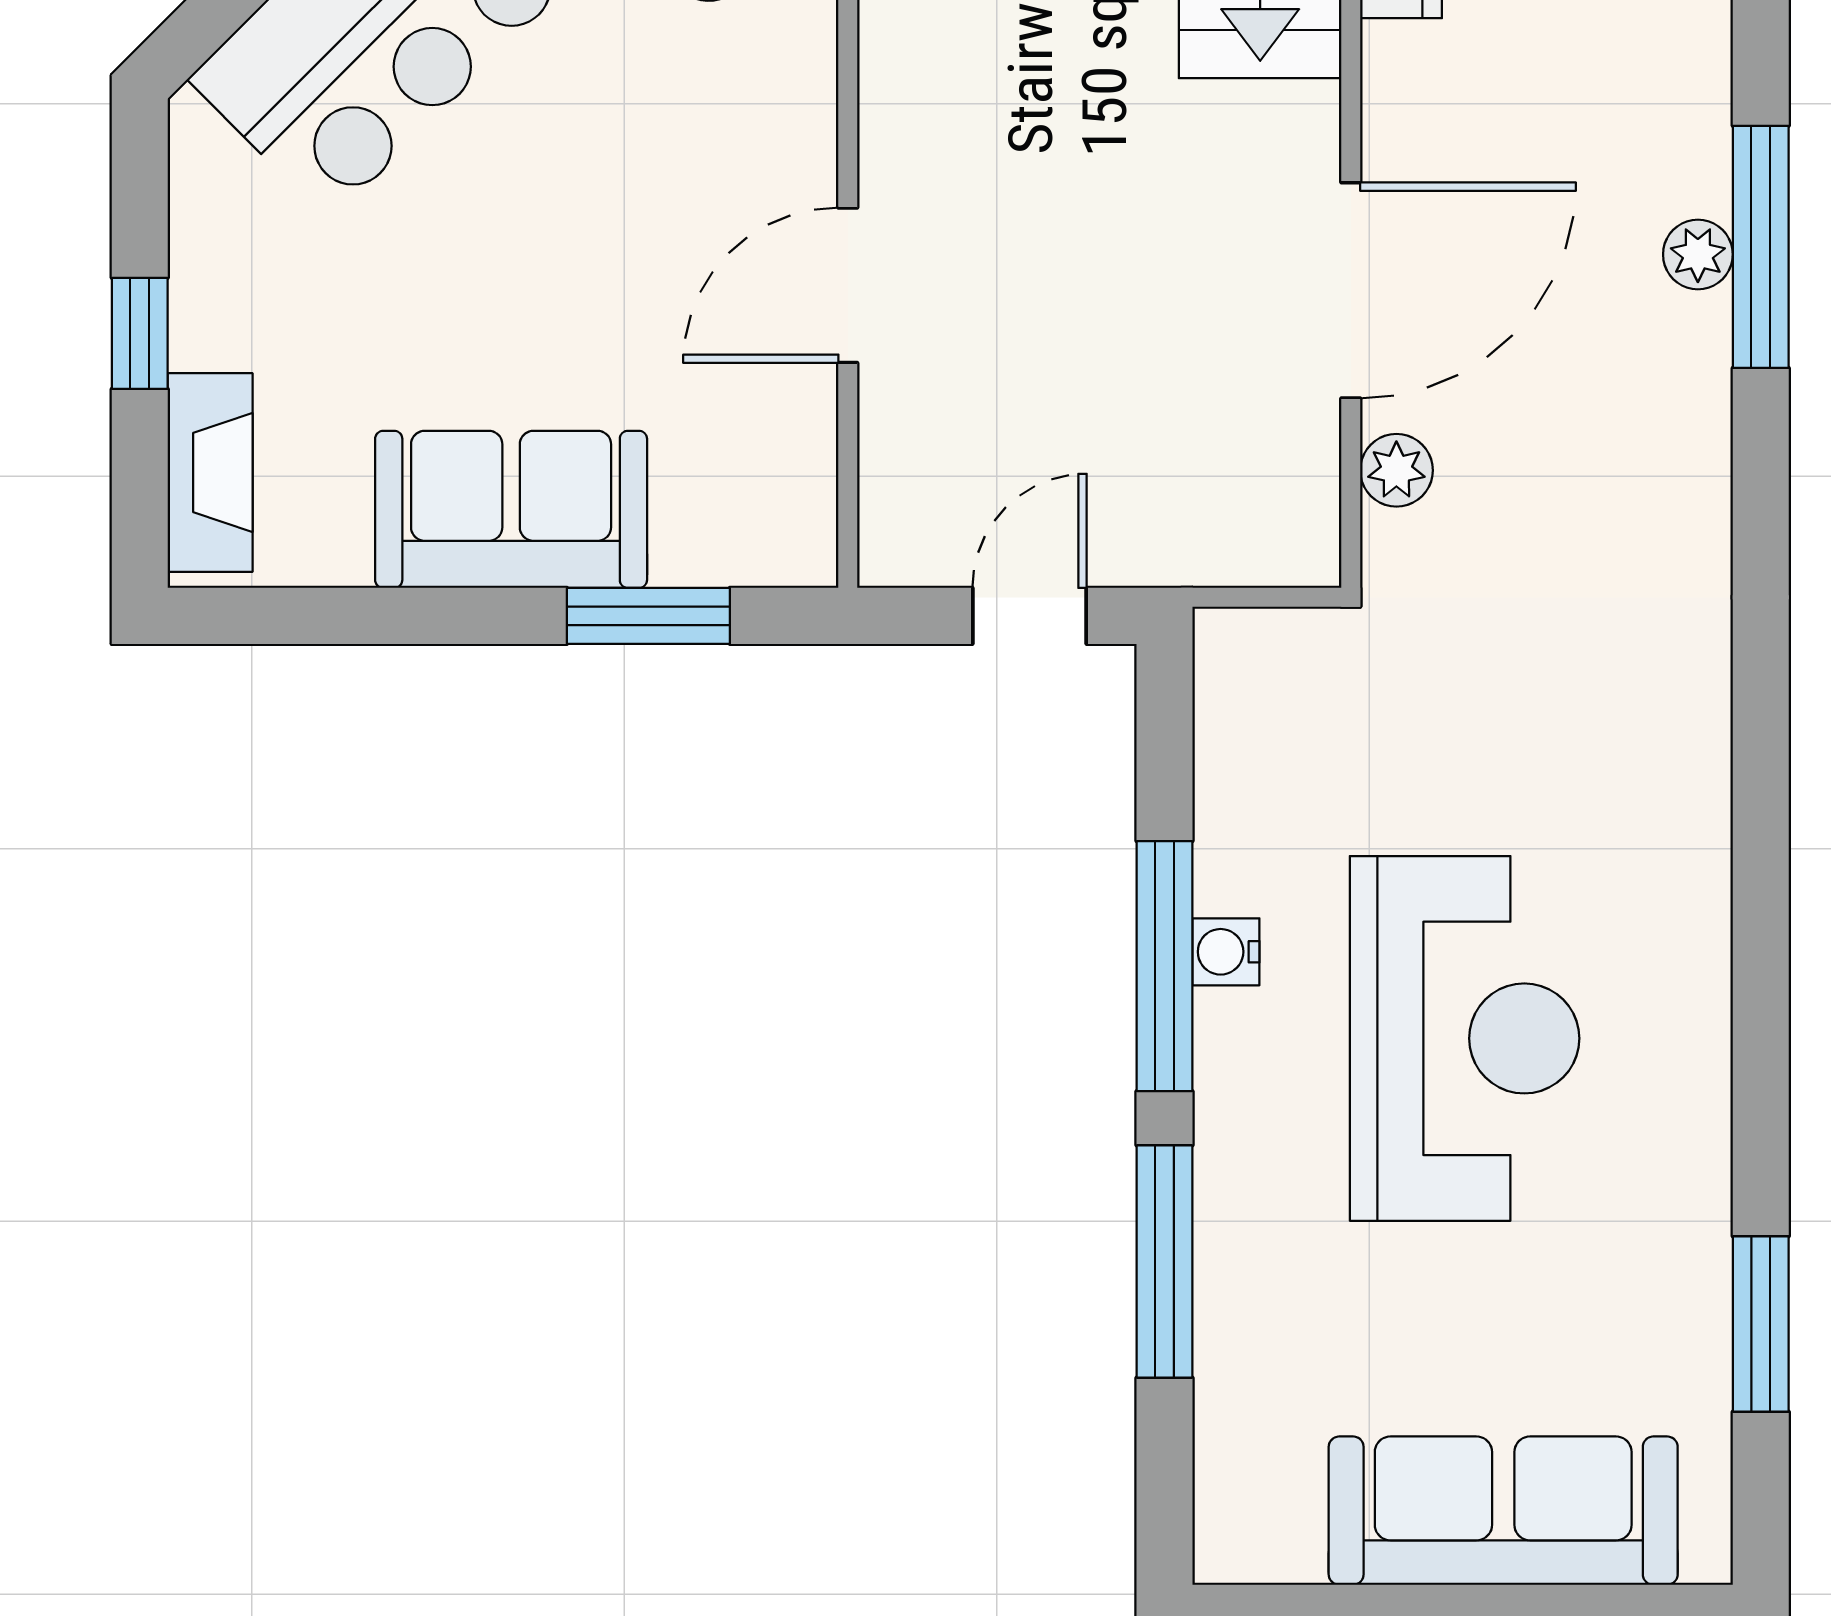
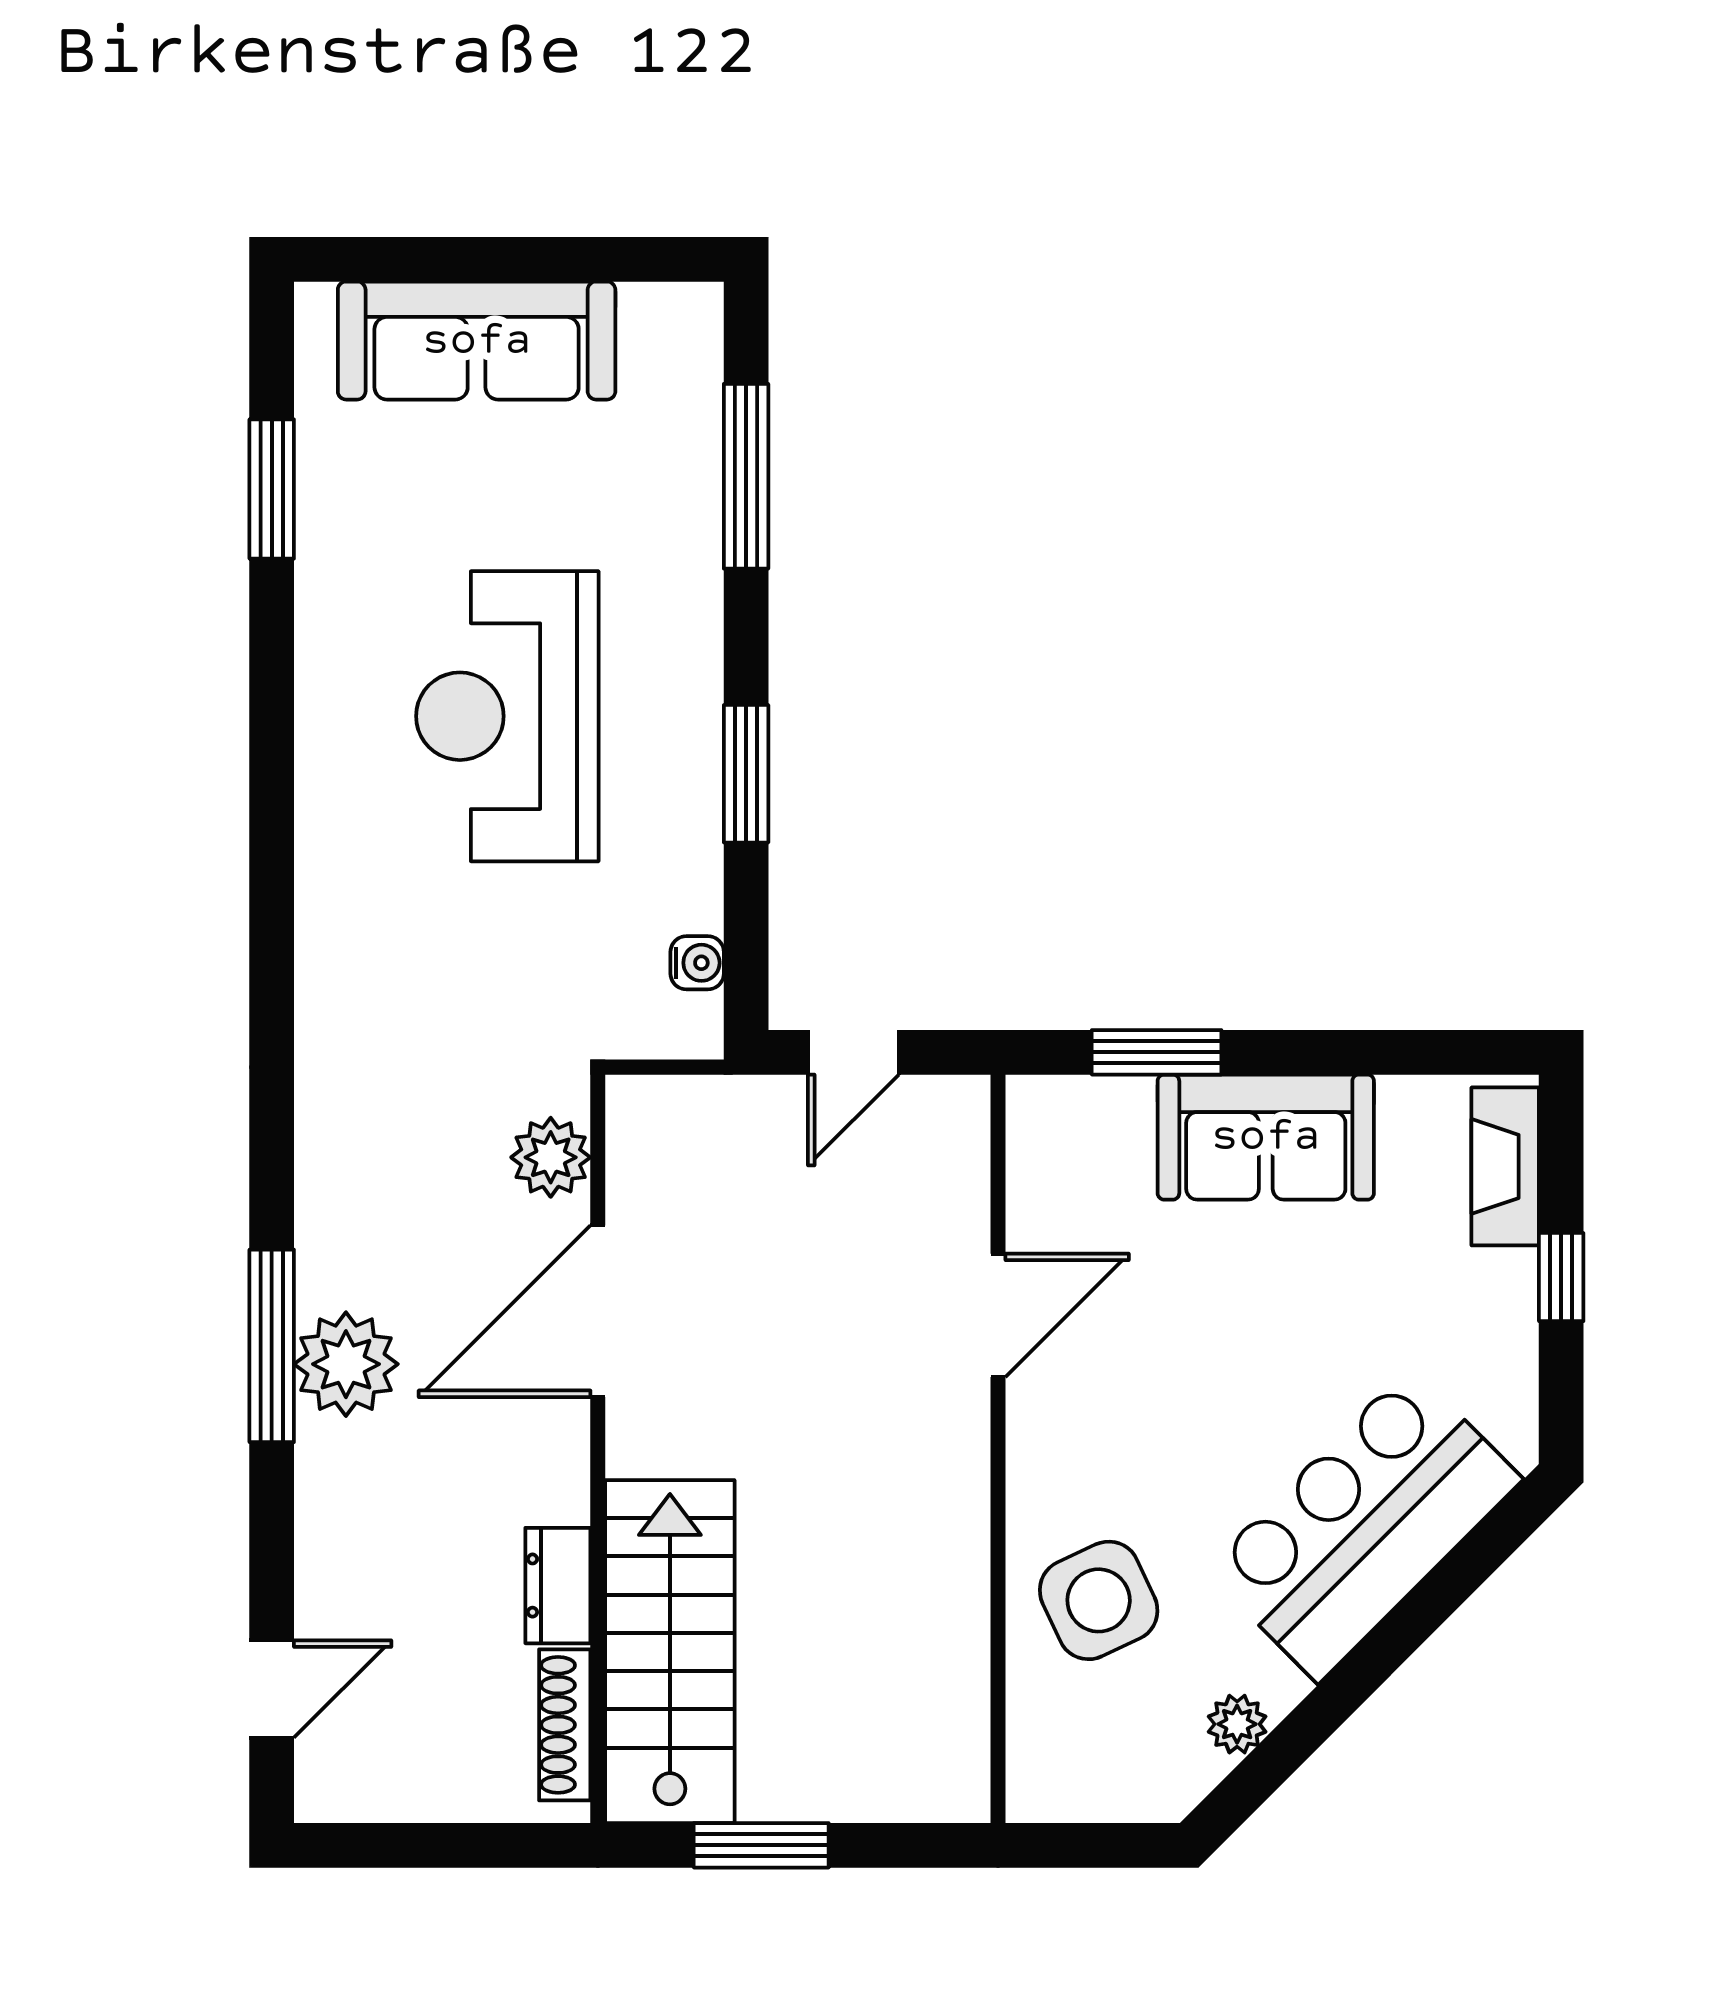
plant: (1698, 254) -> (346, 1364), width x1.88, depth x1.88
plant: (1396, 470) -> (551, 1157), width x1.38, depth x1.38
water cooler: (1226, 952) -> (697, 963), moved
window: (1164, 966) -> (746, 774), width x0.69
window: (1164, 1262) -> (746, 476), moved

